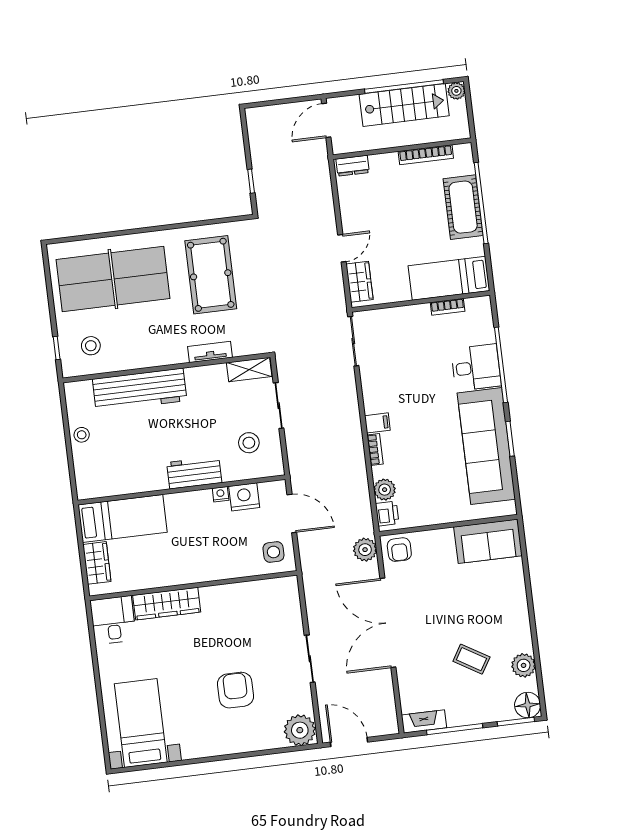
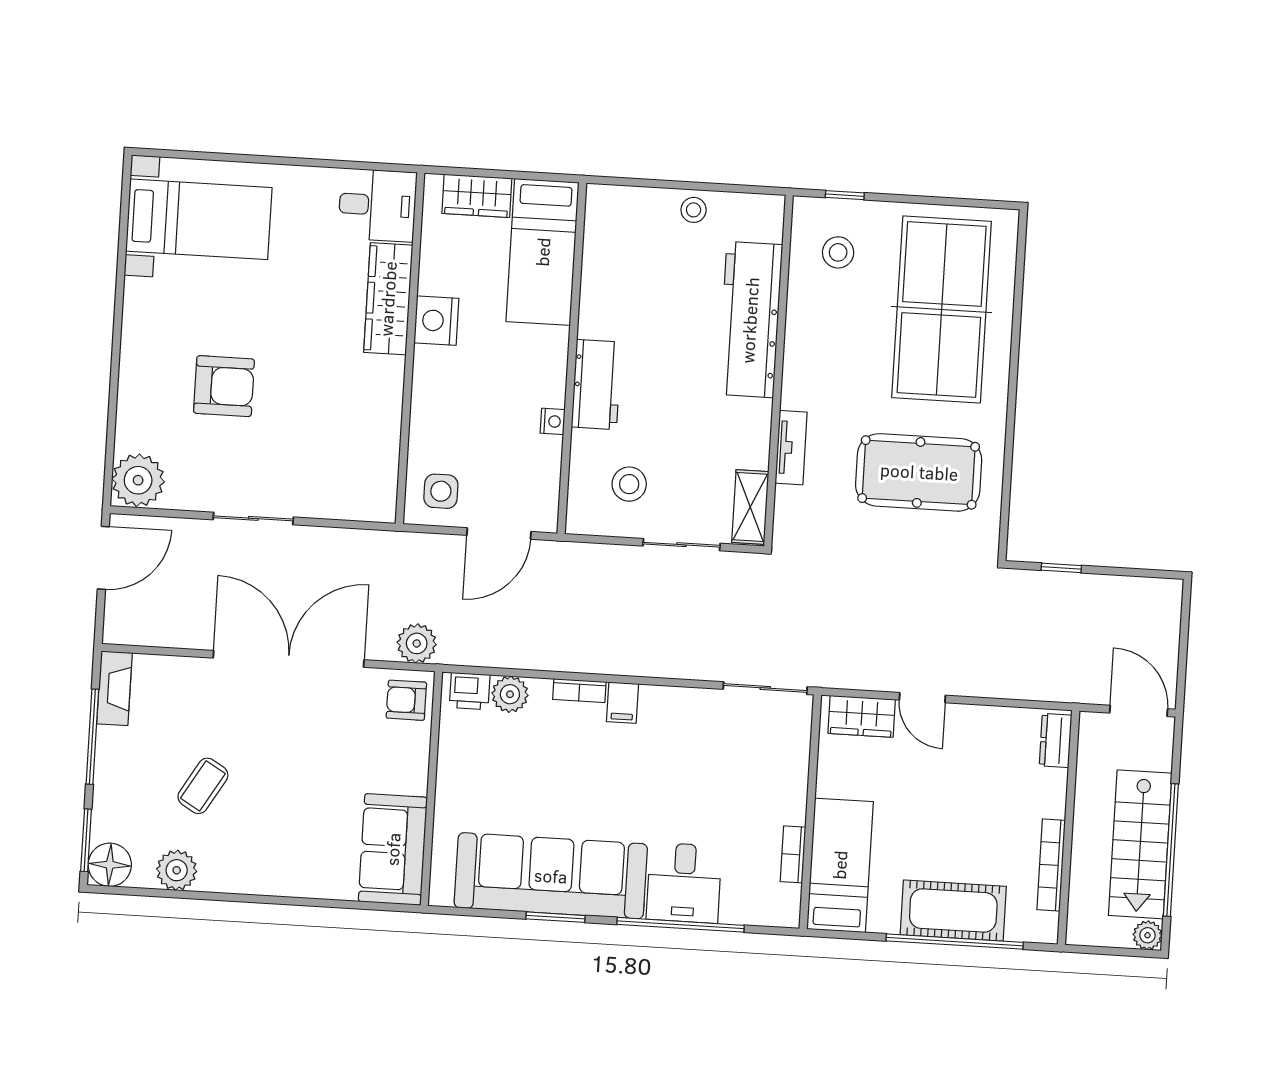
nightstand: (244, 497) -> (436, 321), moved, turned 180

